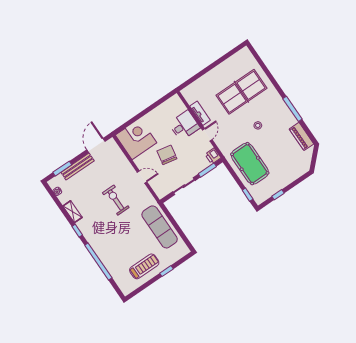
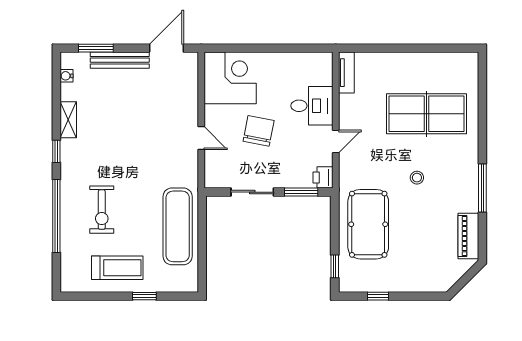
tv unit: (200, 113) -> (346, 73), moved
exercise bike: (116, 200) -> (102, 210), moved, turned 180

